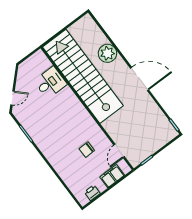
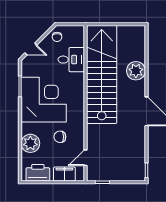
chair: (26, 73) -> (57, 37), added
corner desk: (52, 130) -> (44, 100), added
plant: (68, 172) -> (30, 143), added
printer: (92, 193) -> (38, 173), width x1.87, depth x1.48

